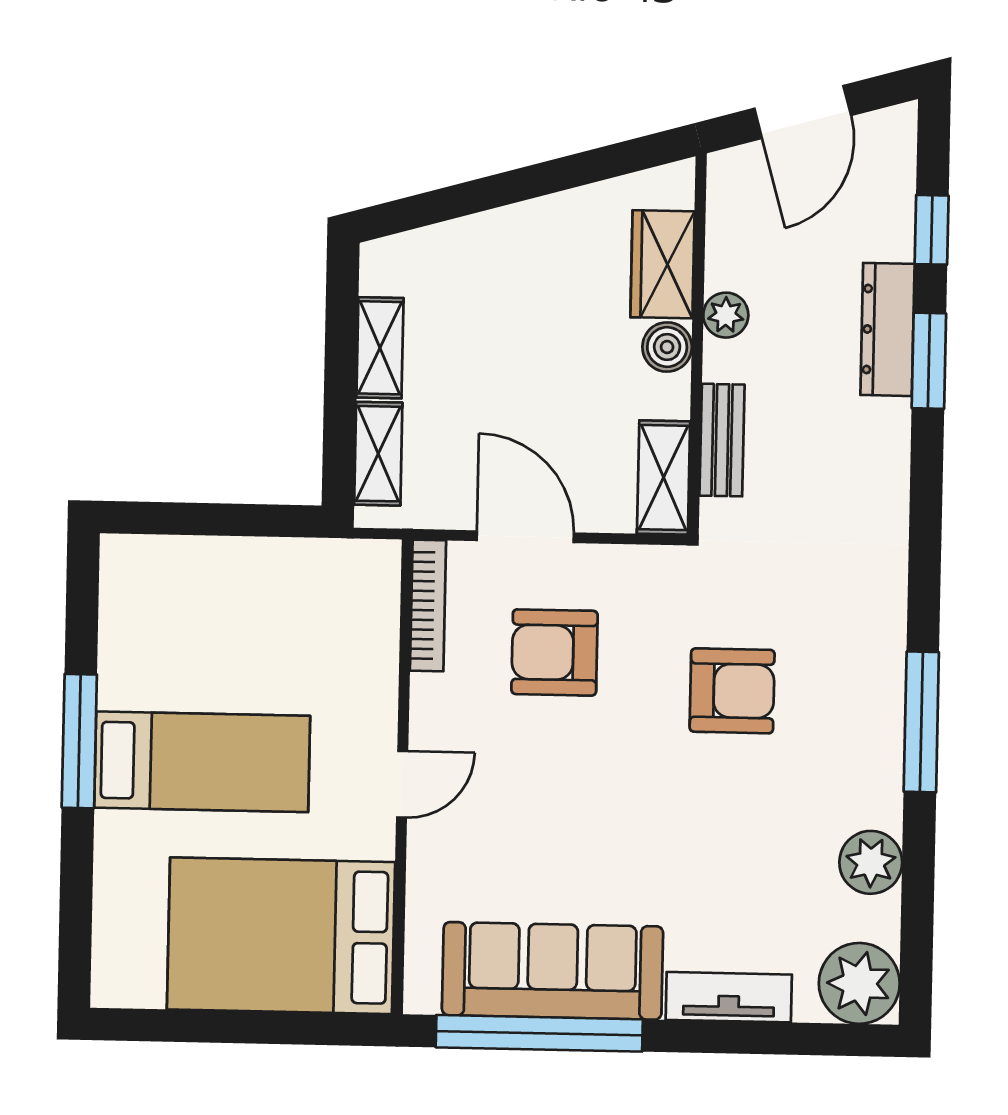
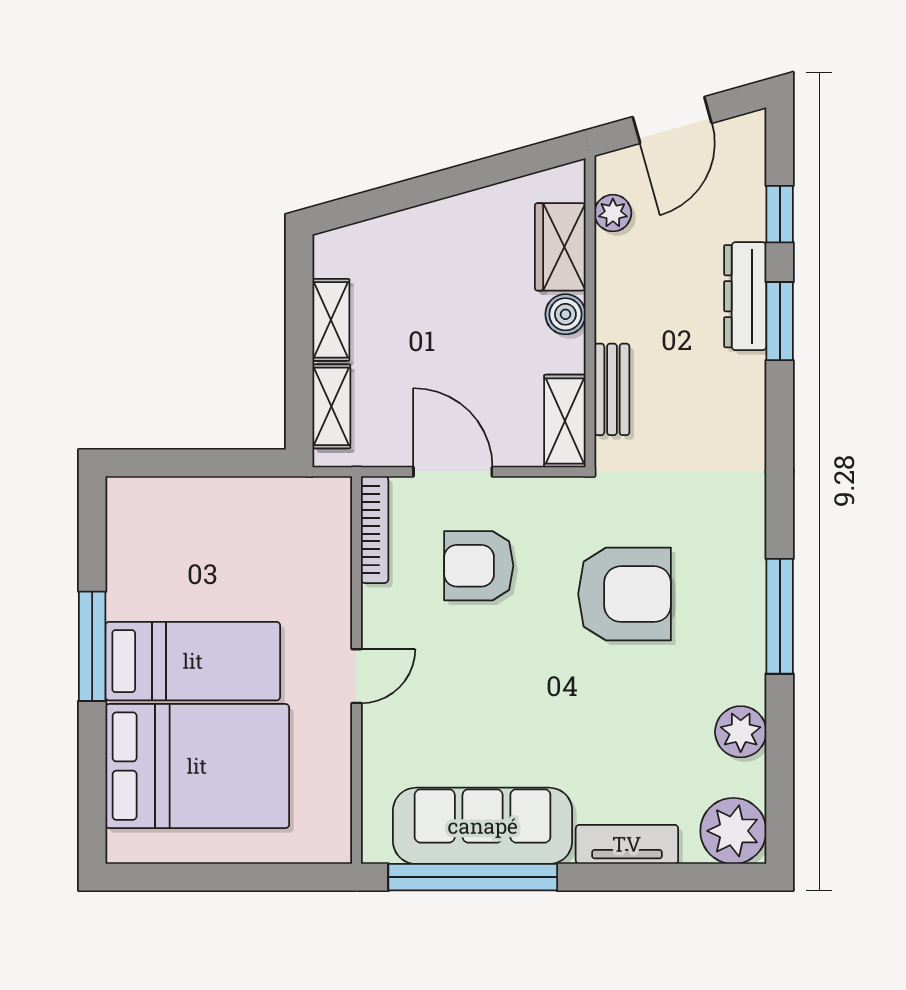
plant: (726, 315) -> (613, 213), moved
armchair: (732, 691) -> (624, 594), width x1.36, depth x1.36
bed: (281, 936) -> (197, 766), moved, turned 180

